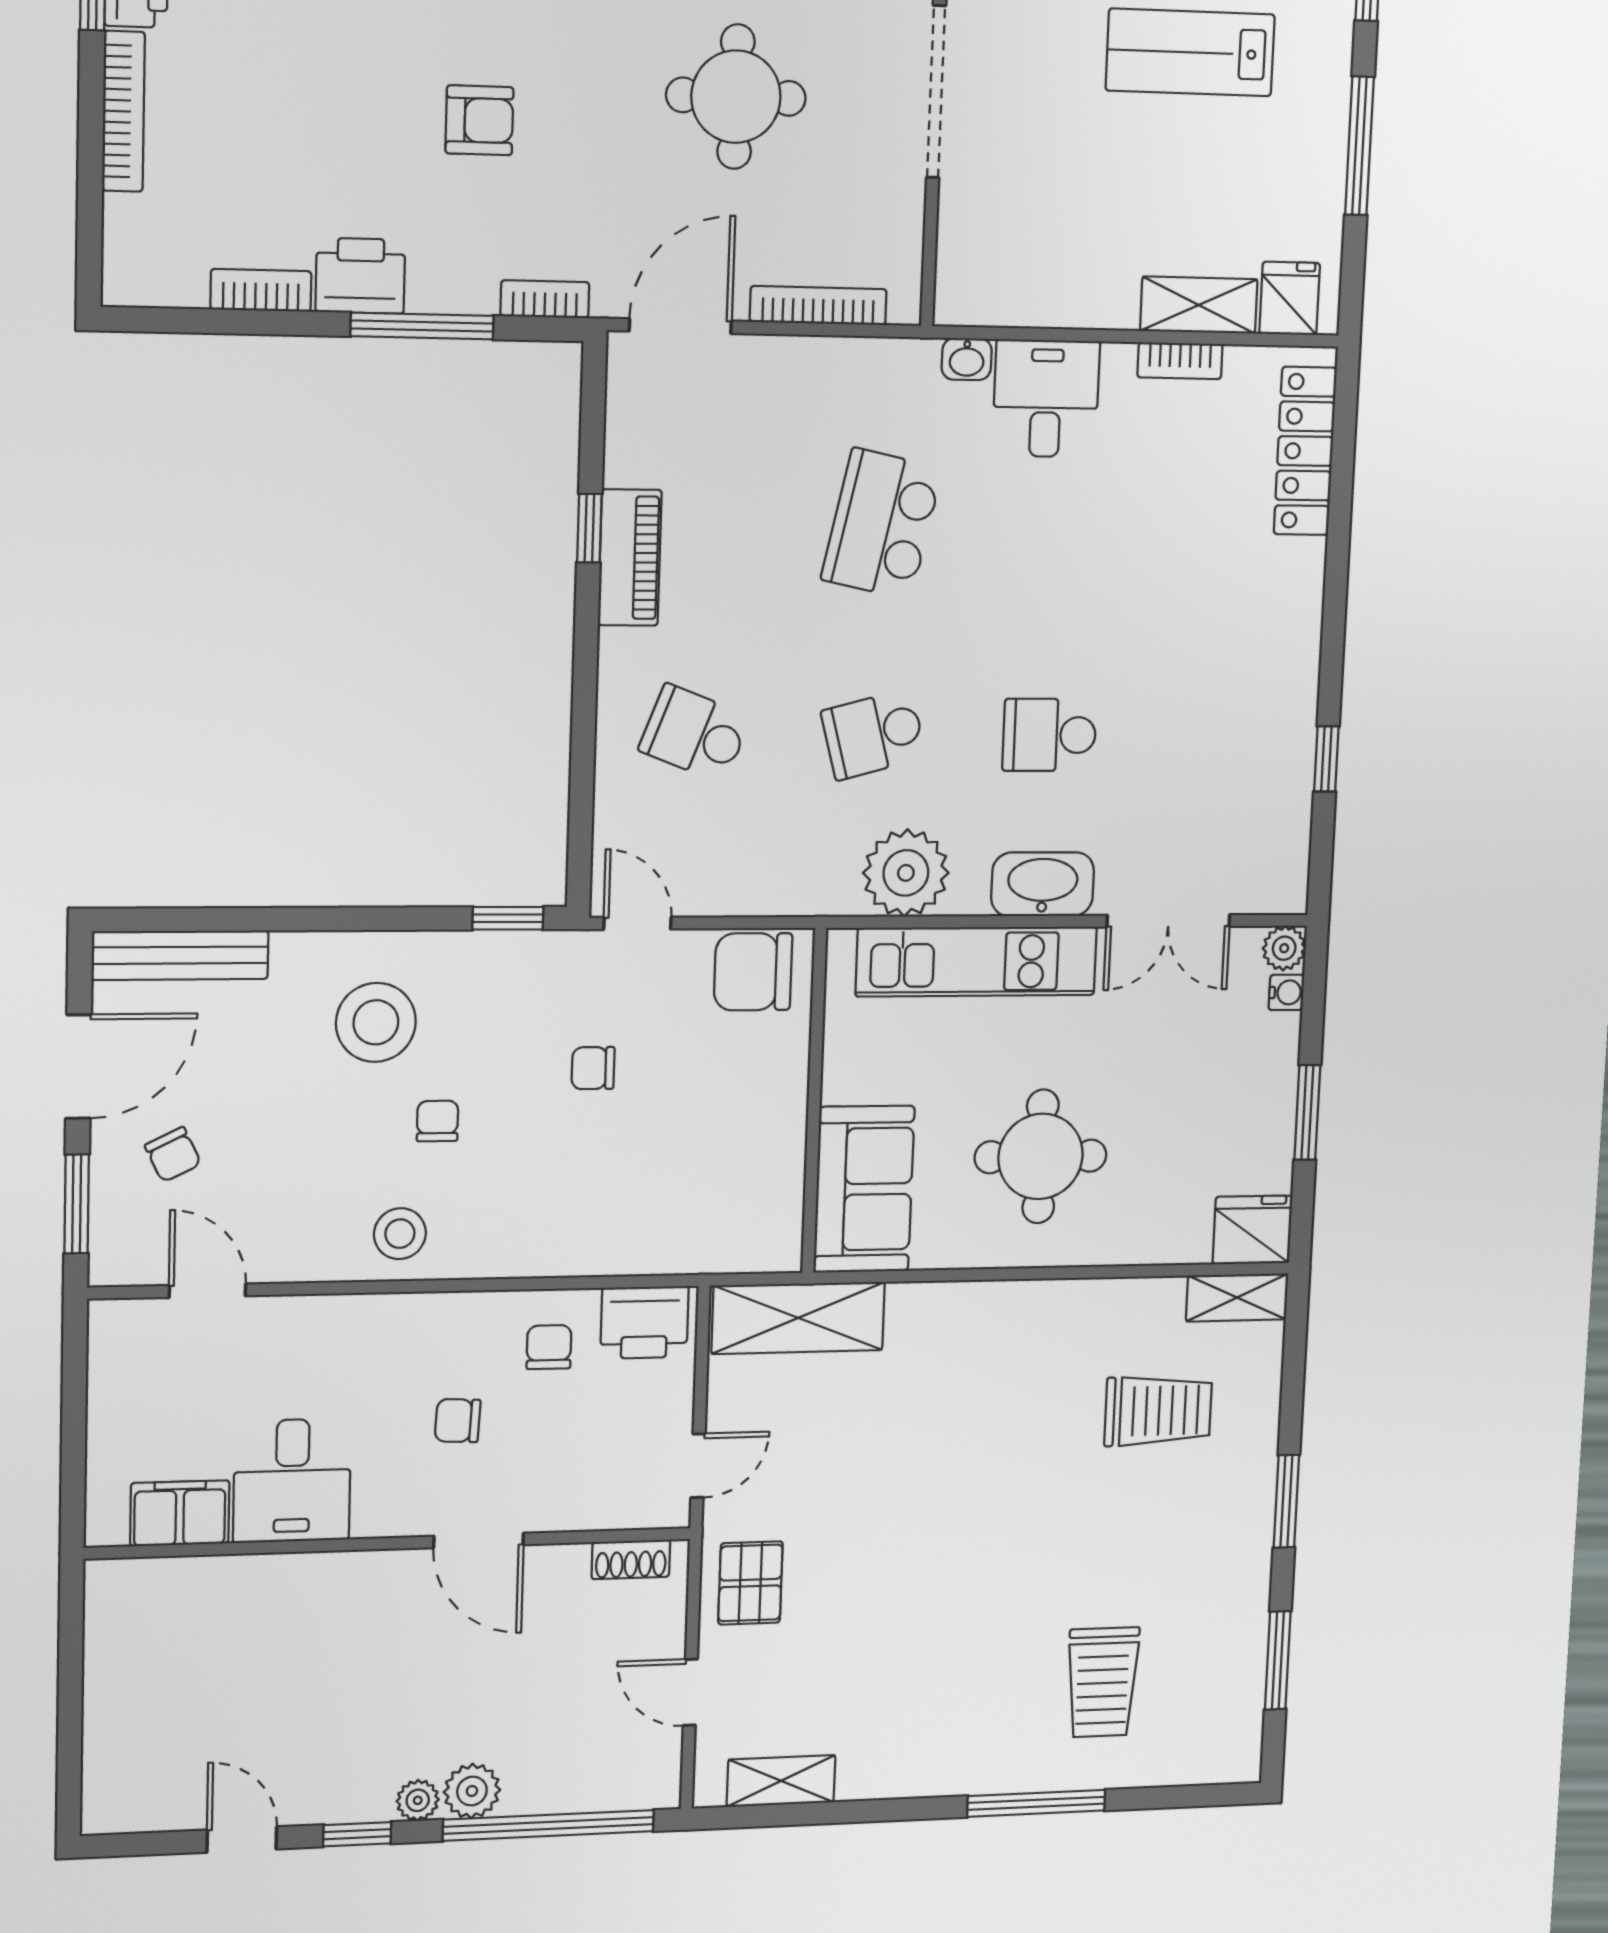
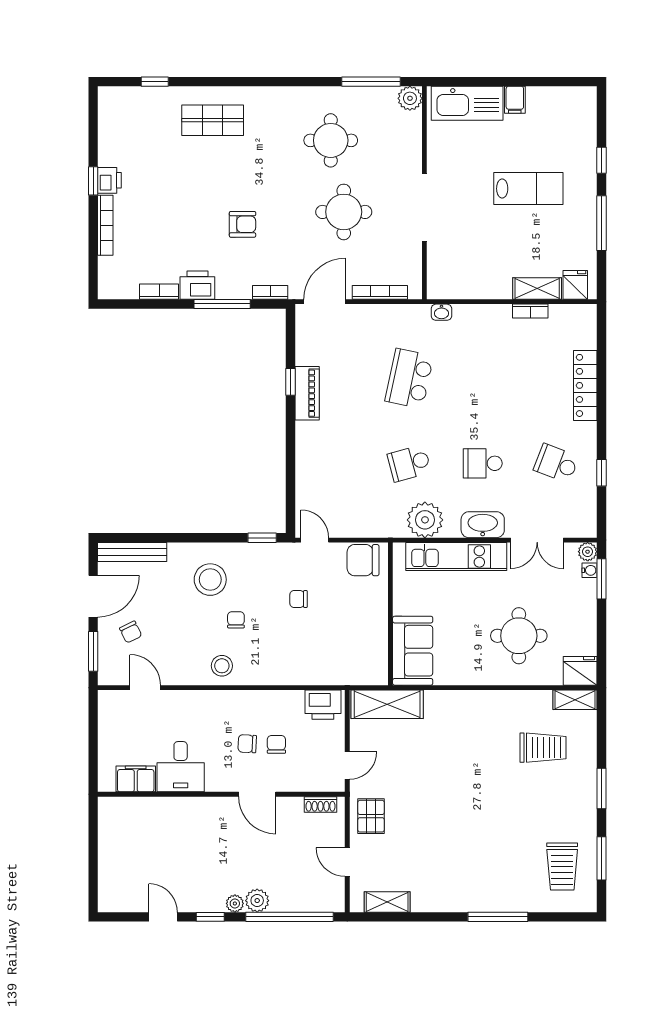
lab bench: (1190, 52) -> (528, 189), turned 180
desk: (1046, 398) -> (475, 327), removed
locker: (1305, 451) -> (585, 385), moved
school desk: (695, 733) -> (556, 463), moved
window: (1307, 1112) -> (601, 579), moved
round table: (1041, 1156) -> (519, 636), moved
chair: (549, 1347) -> (276, 744), moved
trolley: (1102, 1682) -> (562, 866), moved

